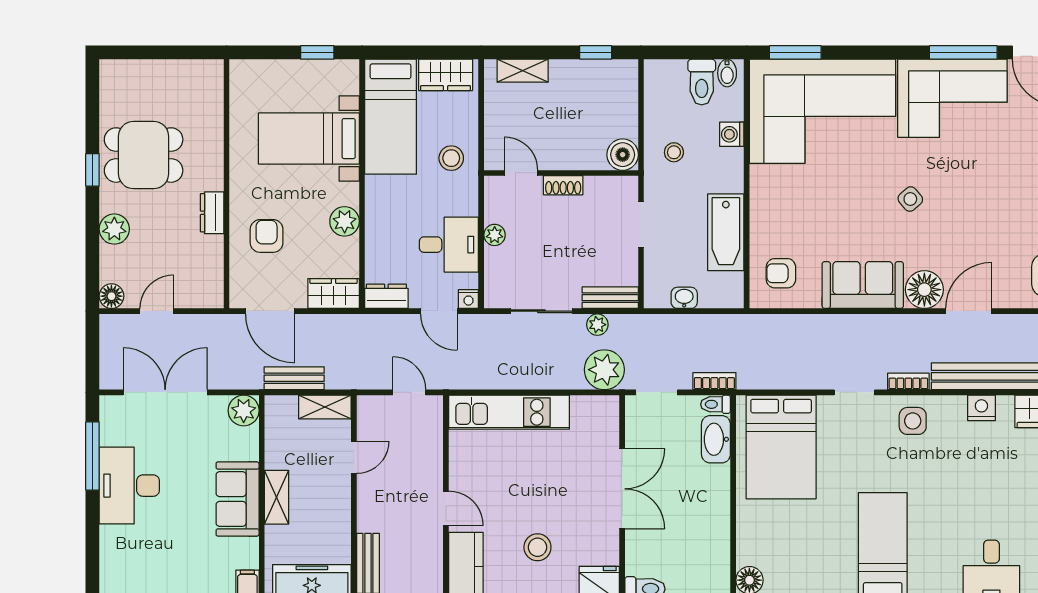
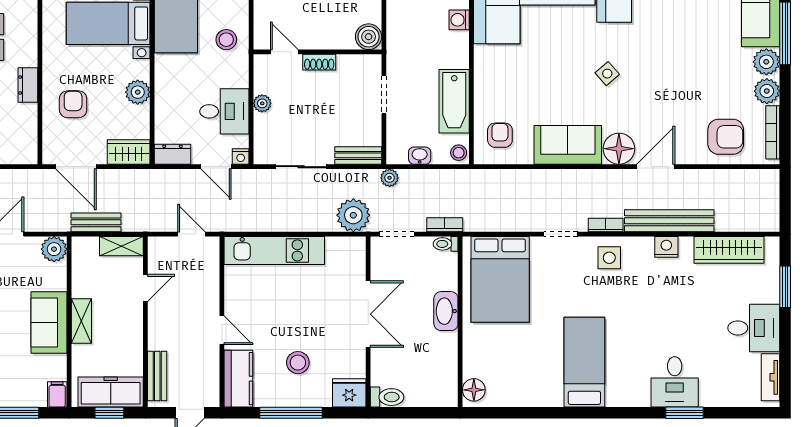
stool: (674, 152) -> (459, 153), moved
armchair: (781, 273) -> (500, 135), turned 90
plant: (597, 325) -> (390, 178), moved
washbasin: (716, 439) -> (446, 311), moved

